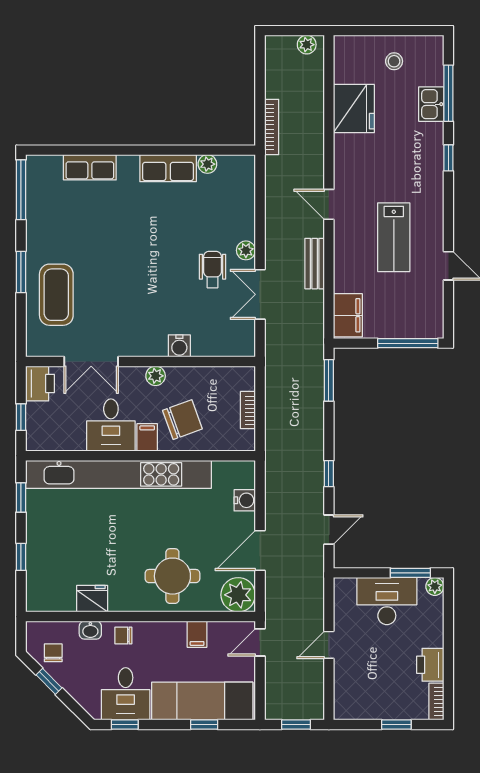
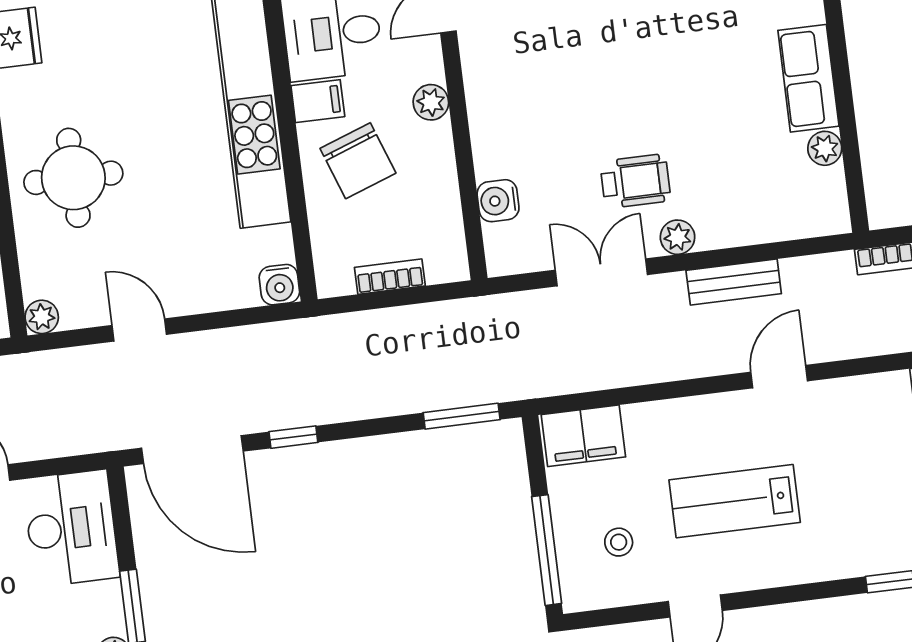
bench: (315, 264) -> (734, 282), moved
stool: (408, 303) -> (619, 542), added
water cooler: (179, 346) -> (498, 201), moved
water cooler: (245, 500) -> (279, 285), moved
door: (329, 530) -> (192, 450), width x1.88
door: (260, 550) -> (139, 330), width x0.73
plant: (238, 595) -> (42, 317), width x0.53, depth x0.53
desk: (387, 601) -> (71, 528), moved

